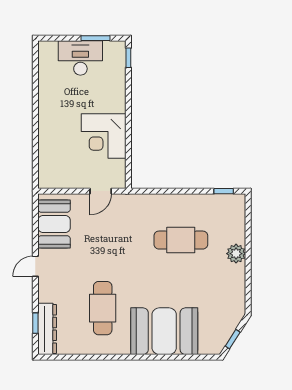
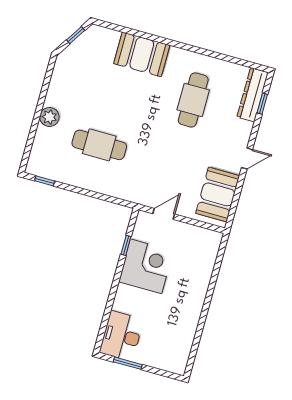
desk: (80, 58) -> (122, 336), moved, turned 90
window: (128, 58) -> (126, 245), moved
booth: (164, 331) -> (142, 54), width x0.73, depth x0.70

